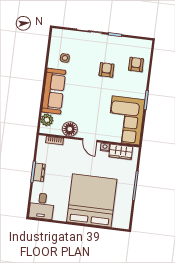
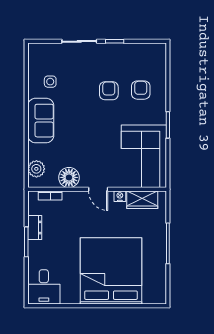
armchair: (136, 64) -> (141, 90), moved
sofa: (54, 91) -> (41, 121), width x0.73
dresser: (39, 172) -> (35, 227), moved

